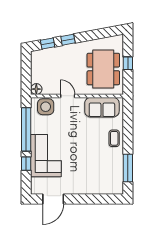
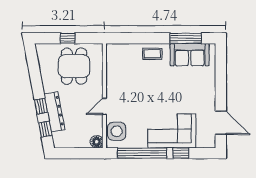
dresser: (63, 52) -> (54, 112), added
dining table: (103, 69) -> (74, 66), width x0.73
sofa: (102, 107) -> (190, 55), moved, turned 90

